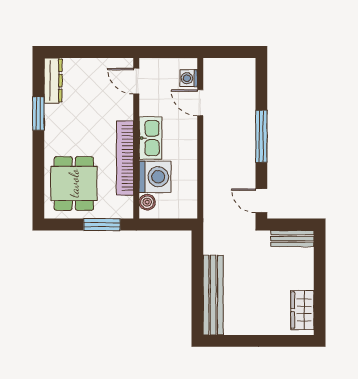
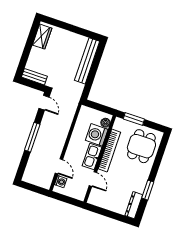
door: (136, 81) -> (93, 179), moved

